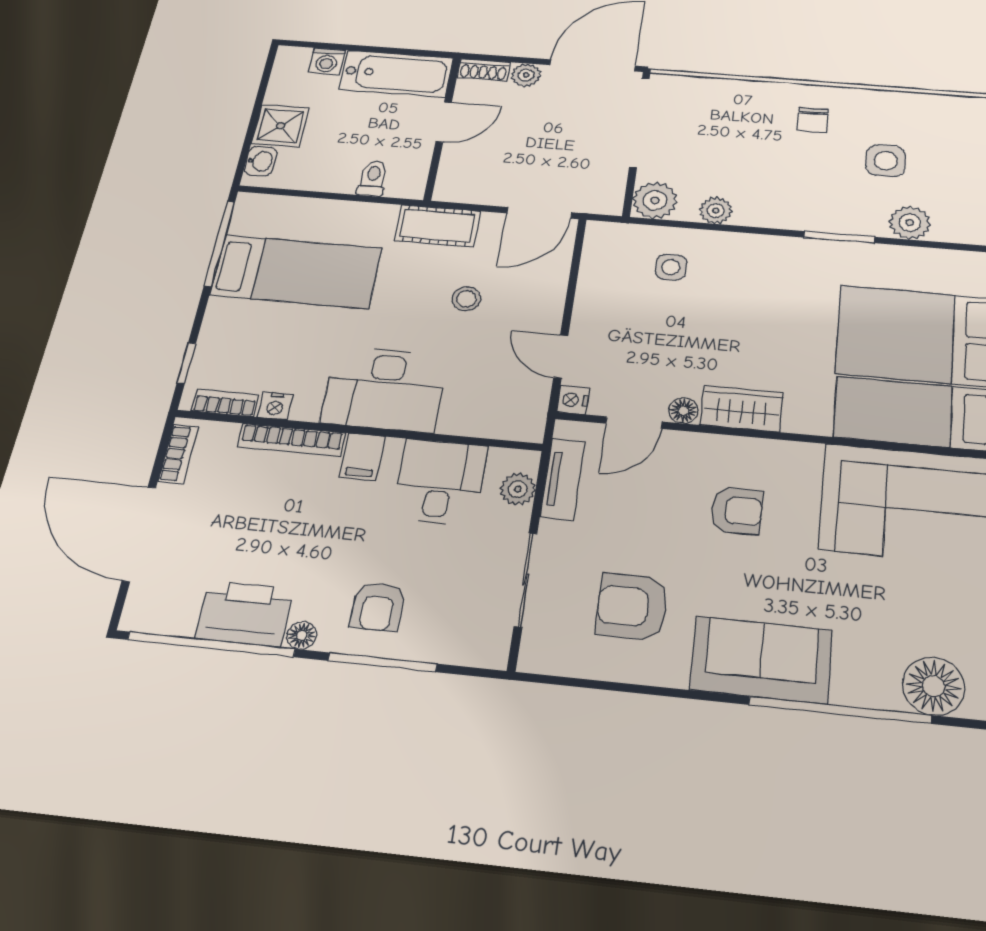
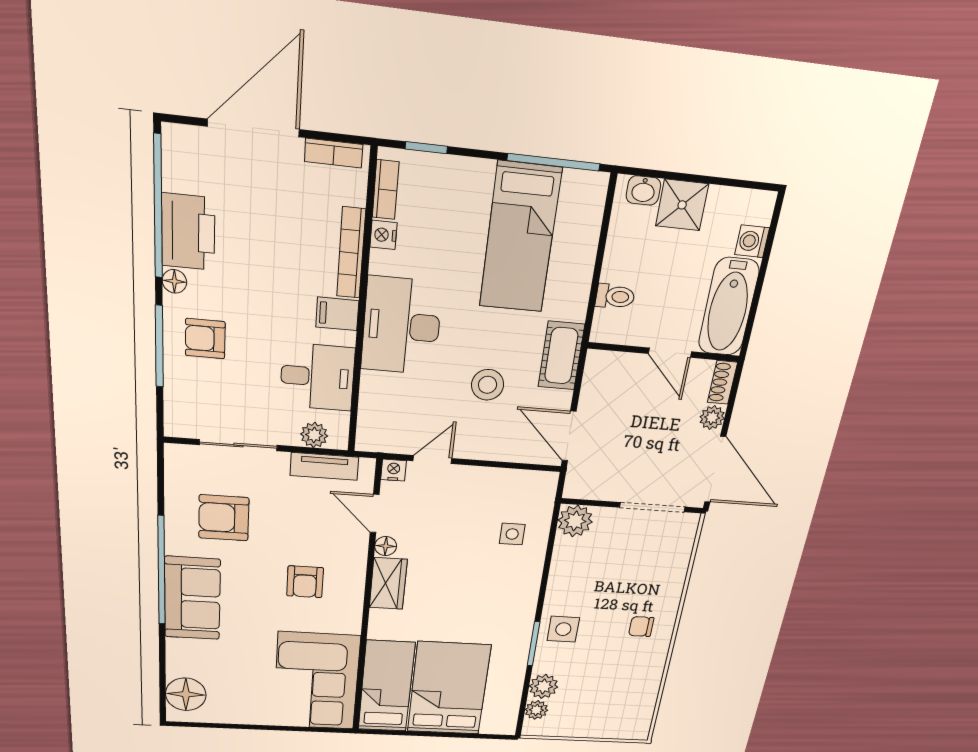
doorway: (639, 122) -> (652, 507), width x0.73
side table: (886, 161) -> (563, 629), moved
plant: (716, 211) -> (536, 710), moved
stool: (466, 299) -> (488, 385), width x1.37, depth x1.37
armchair: (632, 607) -> (224, 518), turned -90
window: (840, 710) -> (161, 571), moved

